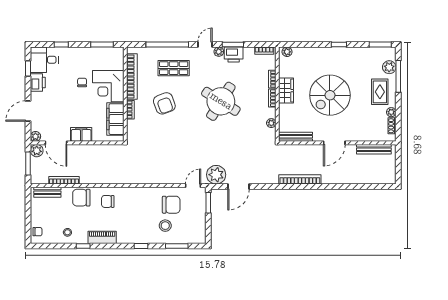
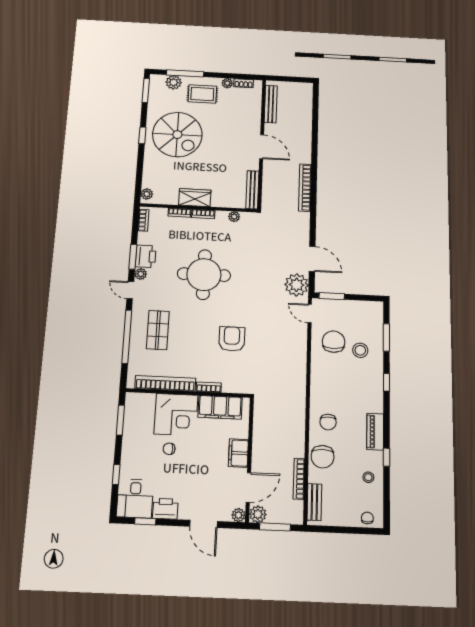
spiral stairs: (330, 95) -> (177, 135), moved
round table: (221, 101) -> (204, 275), turned -32
armchair: (164, 103) -> (232, 339), moved, turned -70

